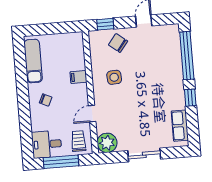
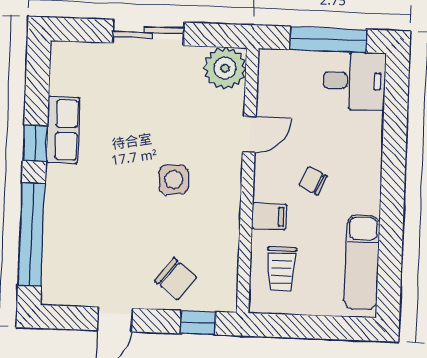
side table: (114, 77) -> (174, 180), moved
chair: (46, 100) -> (313, 181), moved
row of seats: (180, 126) -> (63, 130), moved
trolley: (79, 141) -> (282, 269), moved

